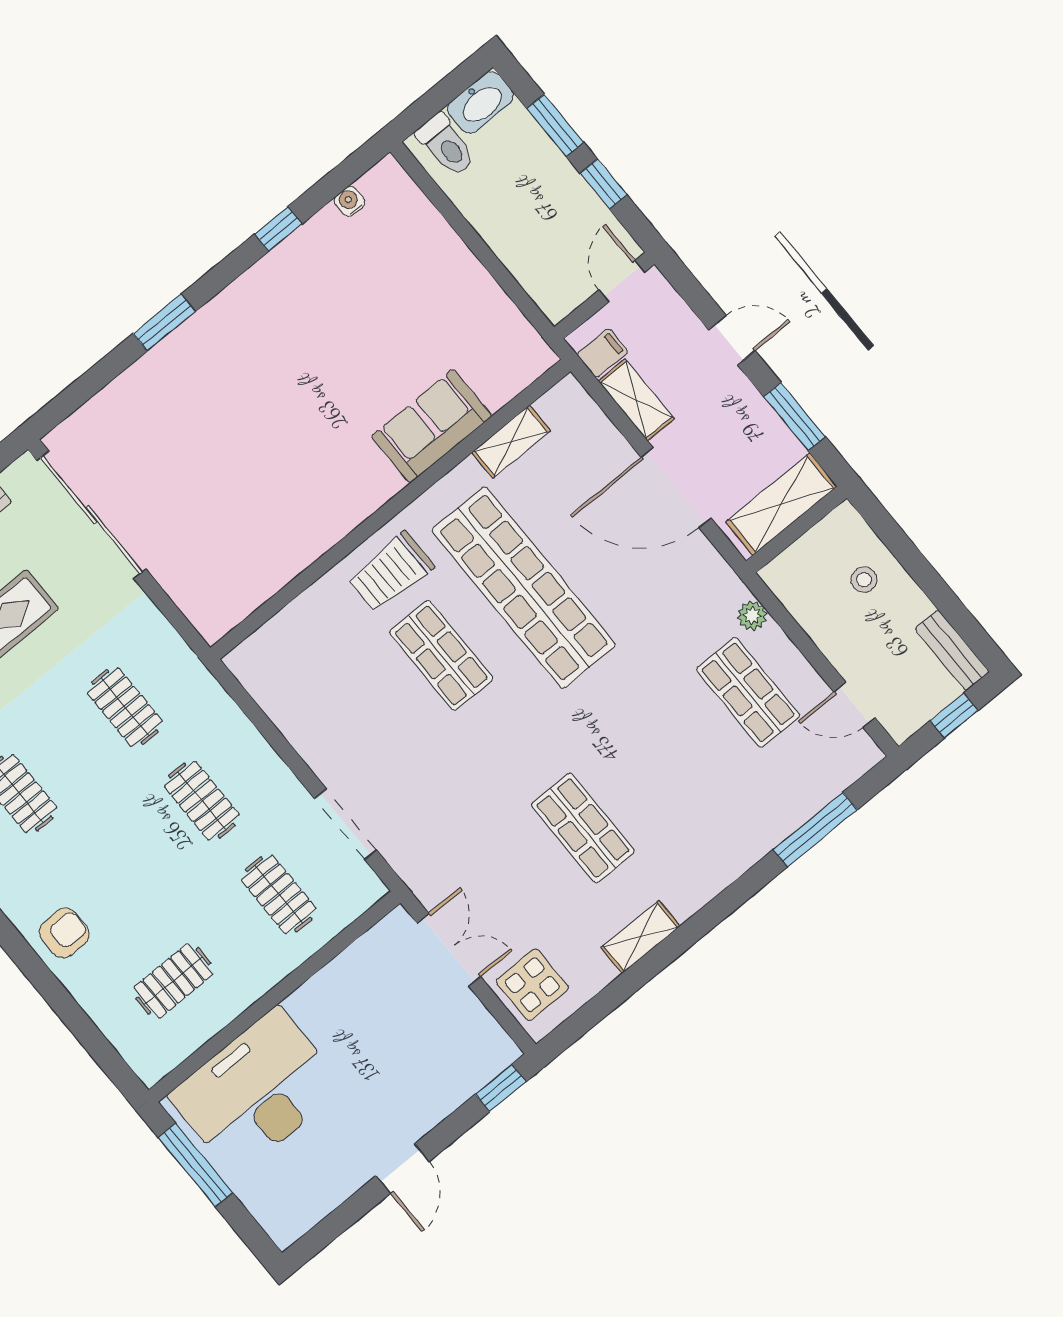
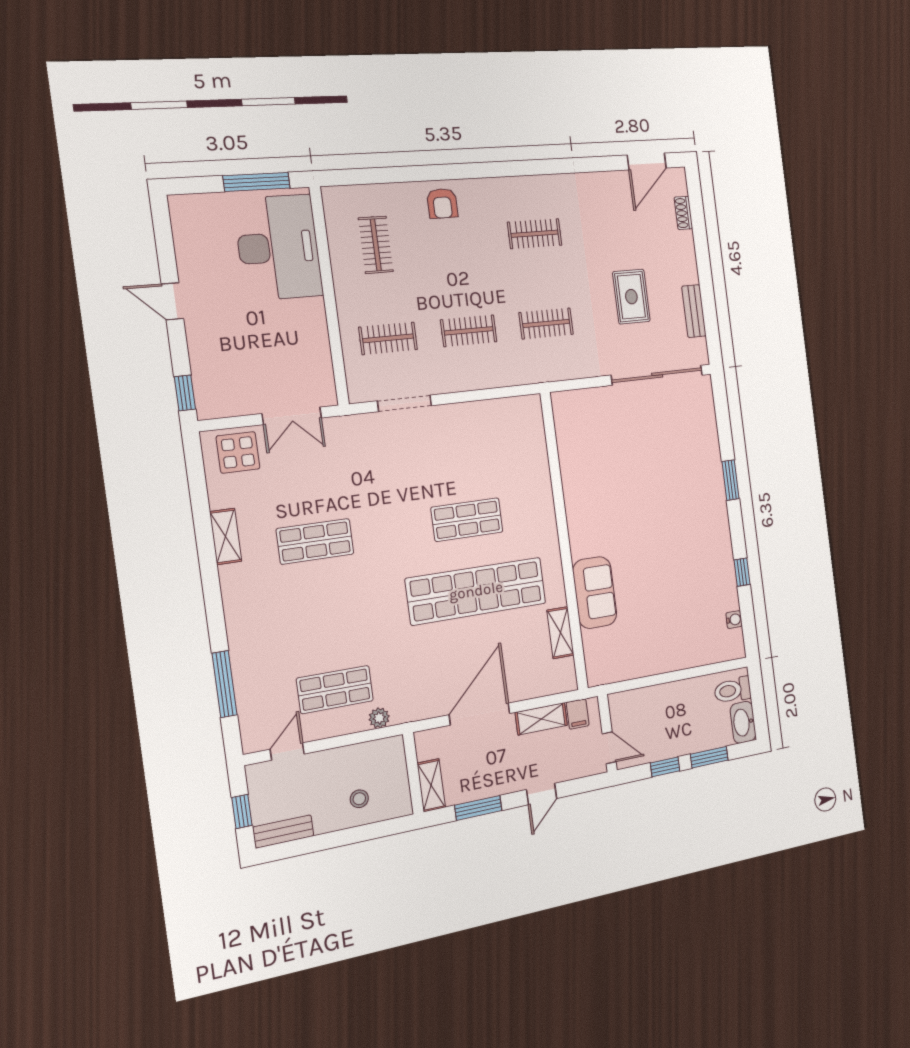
shelving: (781, 504) -> (431, 785), width x0.67, depth x0.75
trolley: (391, 572) -> (530, 520), removed

